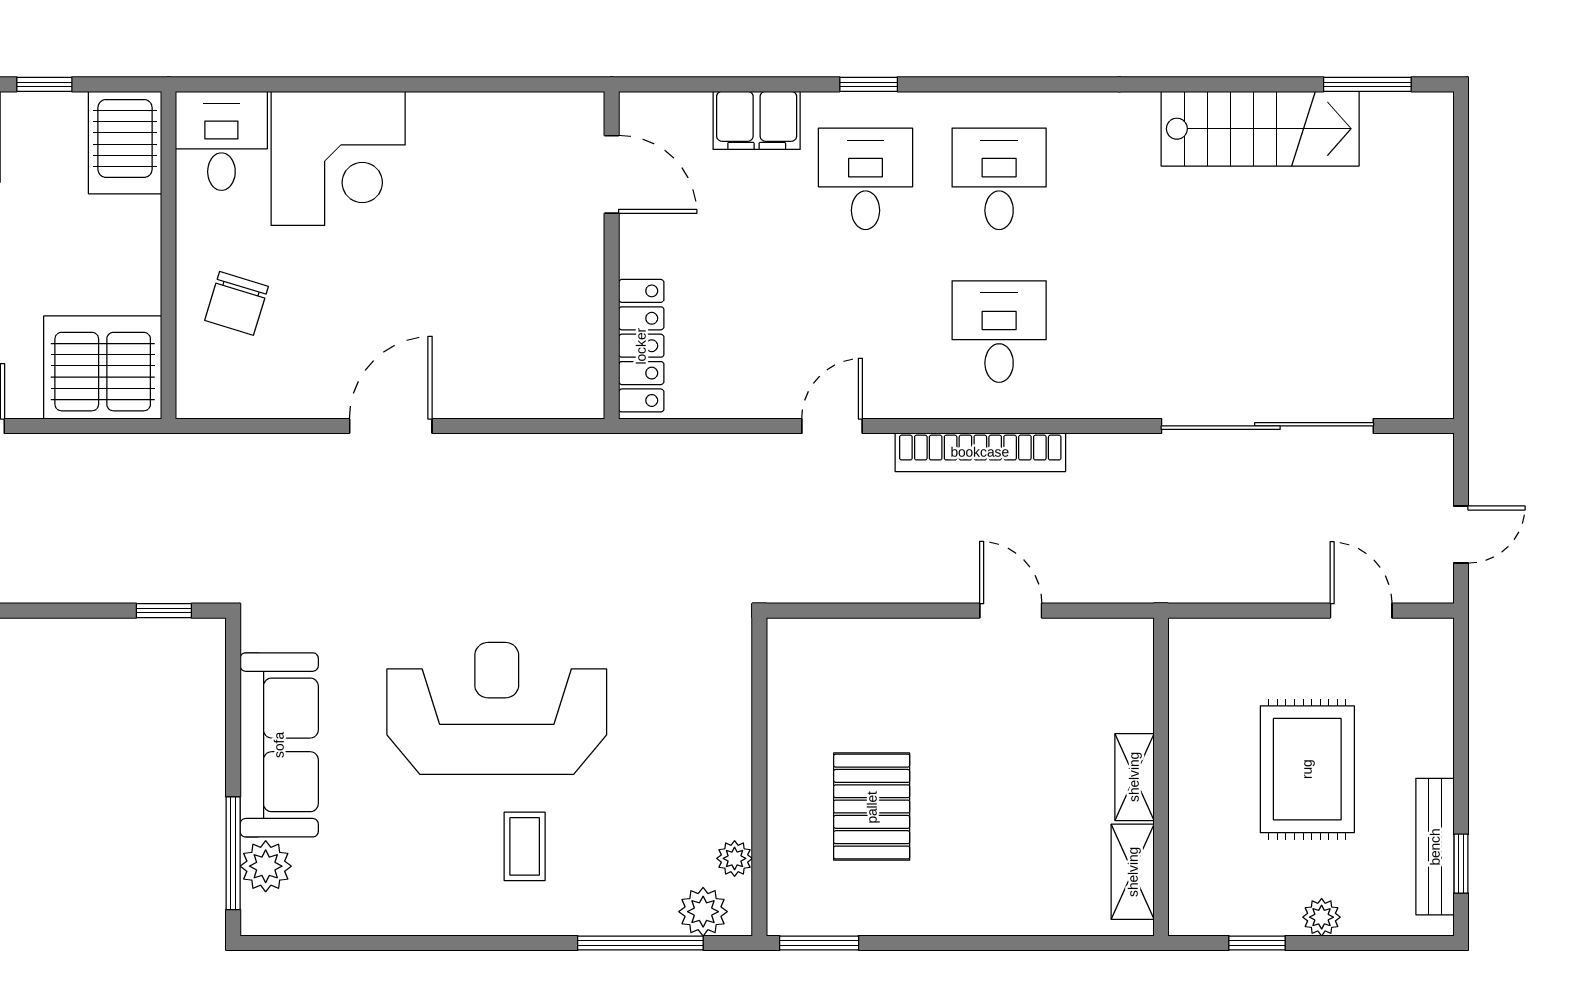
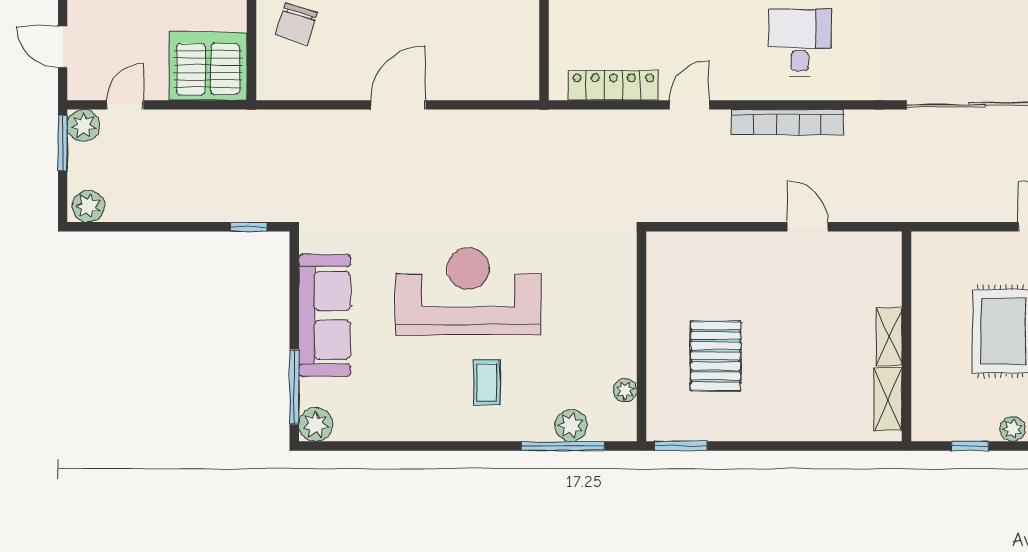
locker: (641, 346) -> (613, 85), moved, turned -90
plant: (266, 866) -> (316, 425), moved
plant: (703, 912) -> (571, 425), moved

